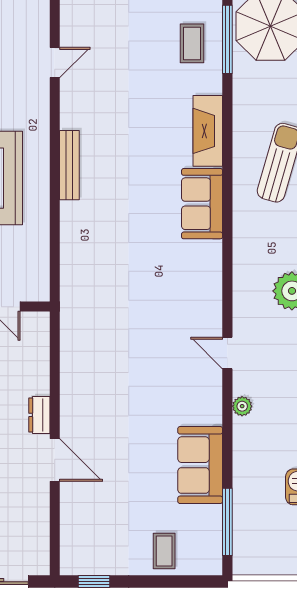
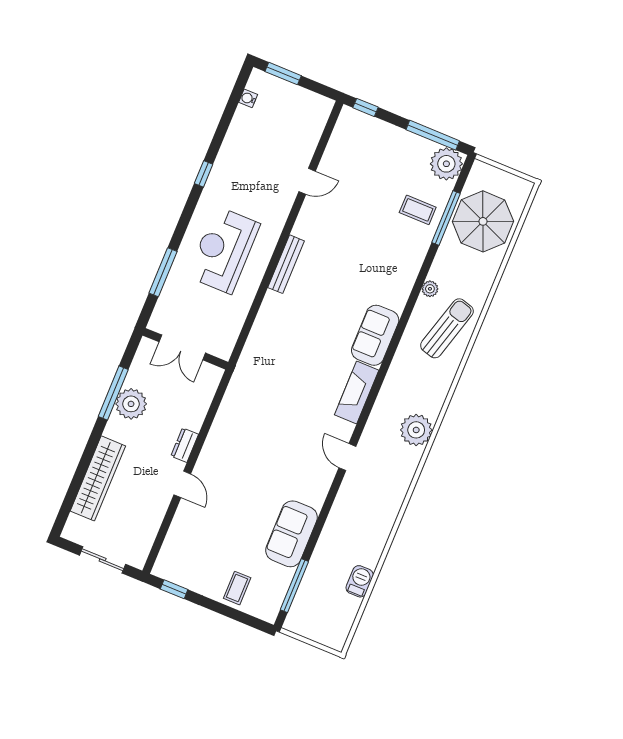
coffee table: (192, 43) -> (418, 210), turned 90
fireplace: (208, 131) -> (357, 393), moved
plant: (242, 406) -> (430, 289), moved
door: (55, 460) -> (182, 484), width x0.73

